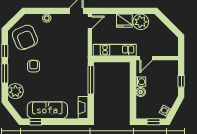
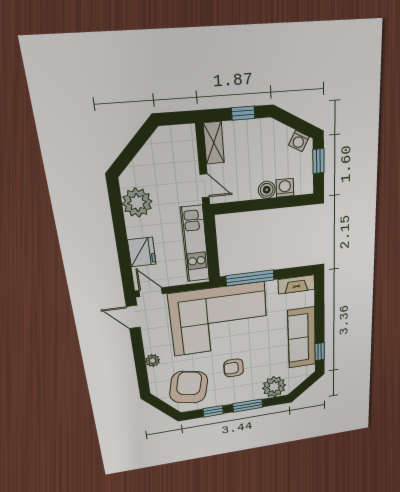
fridge: (124, 21) -> (142, 252), moved
armchair: (25, 37) -> (189, 387), turned -55
corner sofa: (68, 60) -> (219, 319), added
shelving: (168, 65) -> (214, 143), added
washing machine: (141, 82) -> (285, 188), moved

